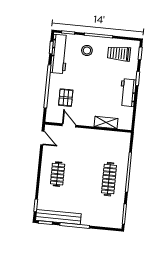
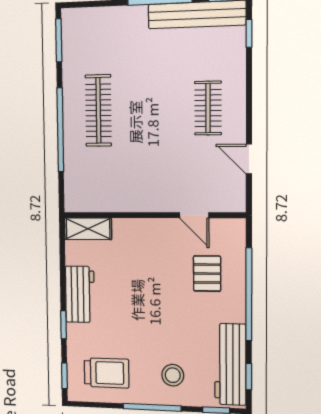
shelving: (106, 122) -> (88, 229), moved
door: (42, 138) -> (249, 159), moved

